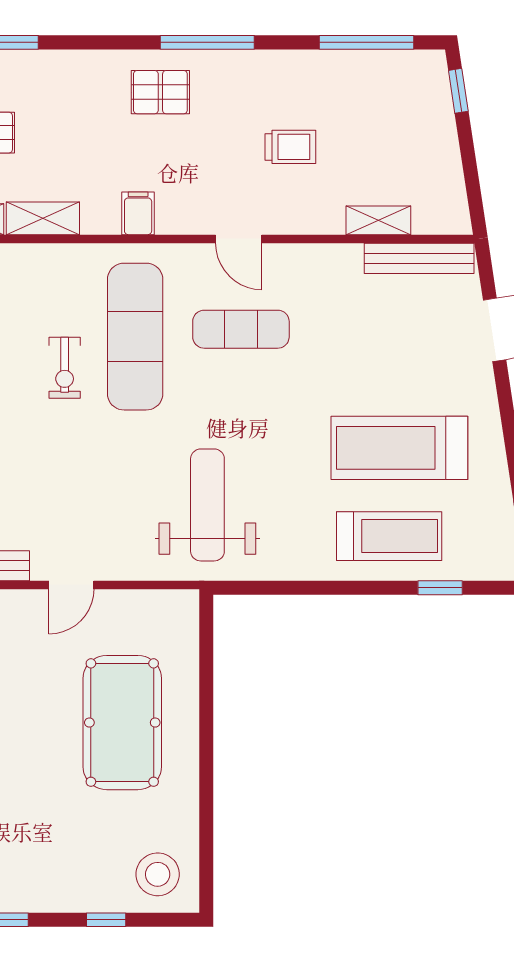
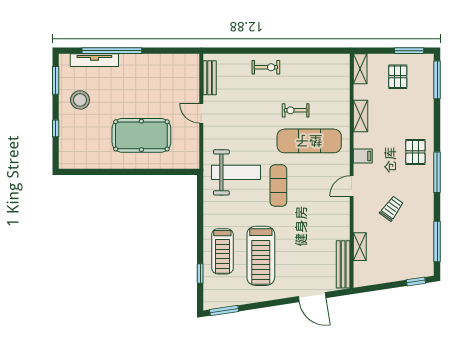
trolley: (290, 147) -> (392, 208), turned -144
filing cabinet: (138, 213) -> (363, 156), moved
shelving: (43, 218) -> (361, 116), moved
exercise mat: (241, 329) -> (278, 186), moved
treadmill: (399, 448) -> (261, 256), turned 180
stool: (158, 874) -> (80, 100), moved

